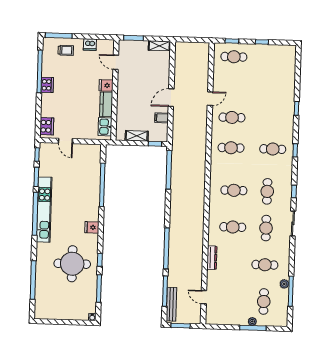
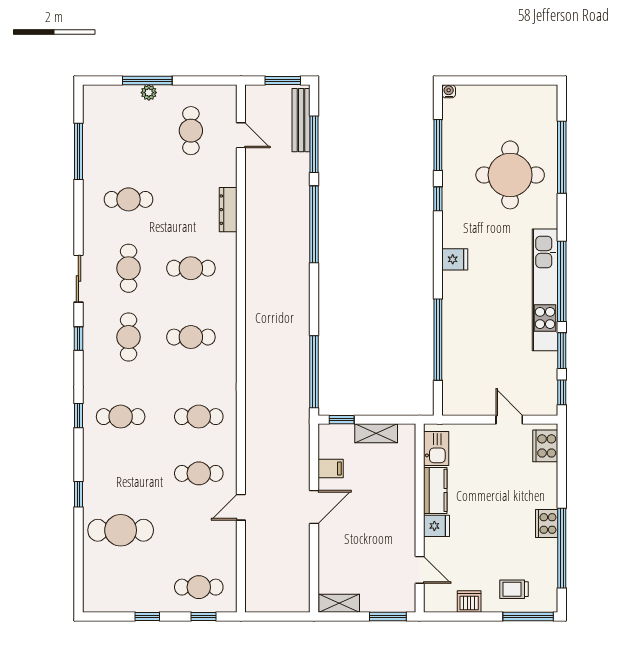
cafe table: (275, 88) -> (121, 530), added
round table: (72, 264) -> (510, 175), moved
plant: (284, 284) -> (91, 165), removed
cafe table: (264, 301) -> (191, 131), moved

